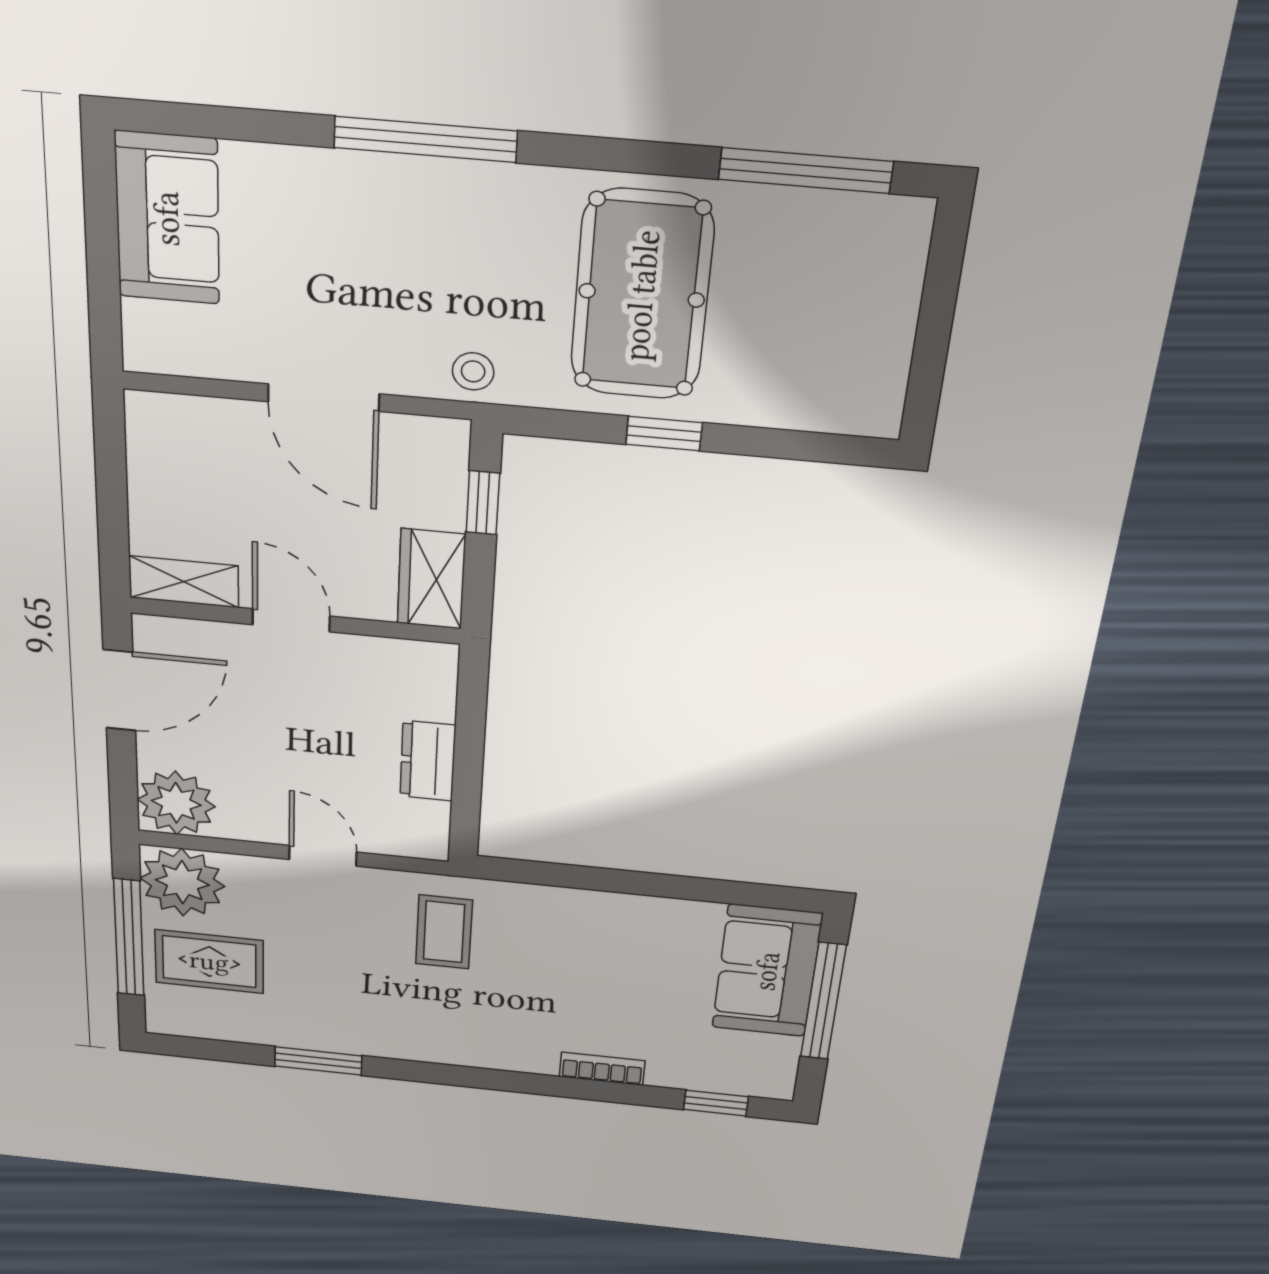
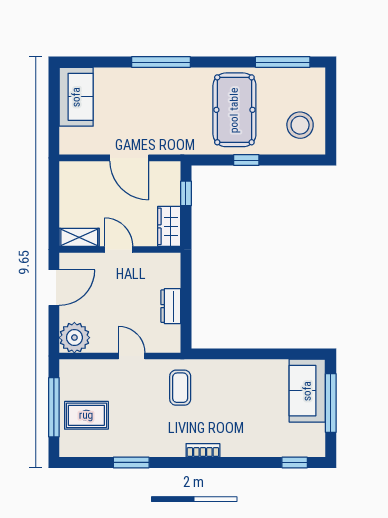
stool: (473, 371) -> (300, 125), moved, width x1.89, depth x1.89
plant: (182, 882) -> (76, 376), removed
bookcase: (602, 1069) -> (203, 450), moved

